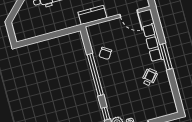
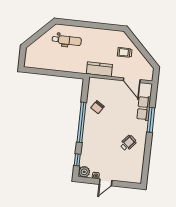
row of seats: (153, 43) -> (144, 108), width x0.68
window: (166, 57) -> (151, 120), moved

